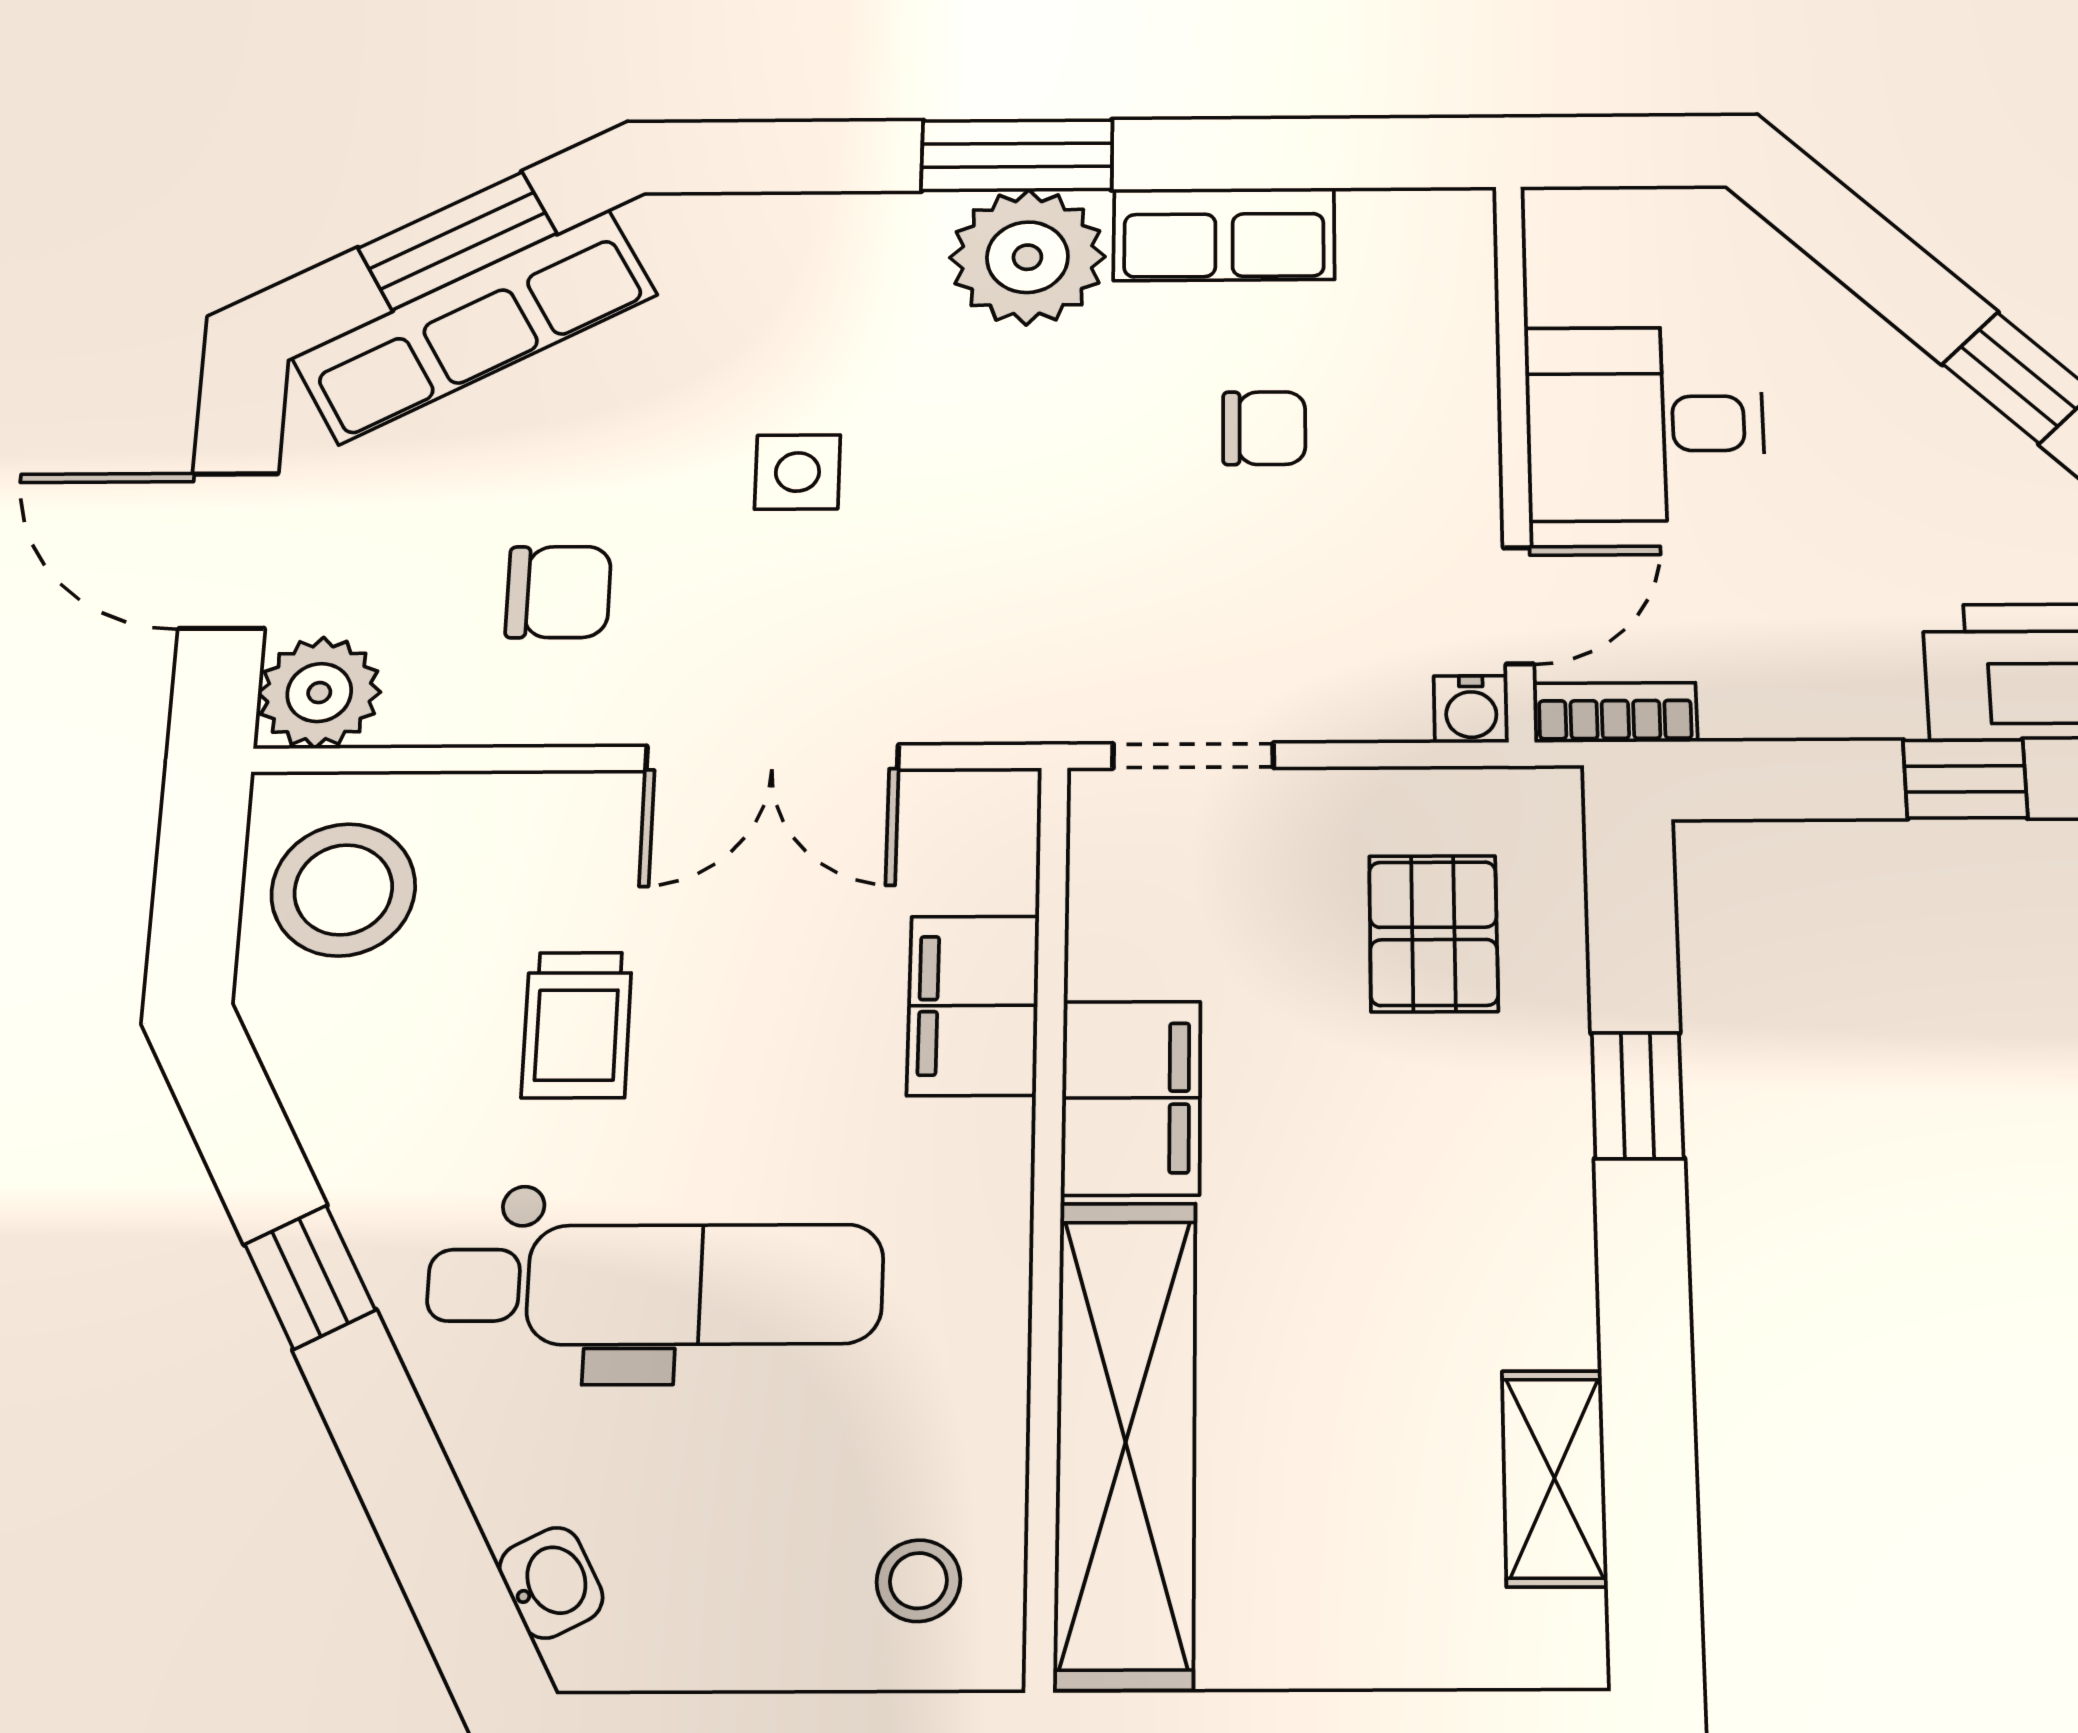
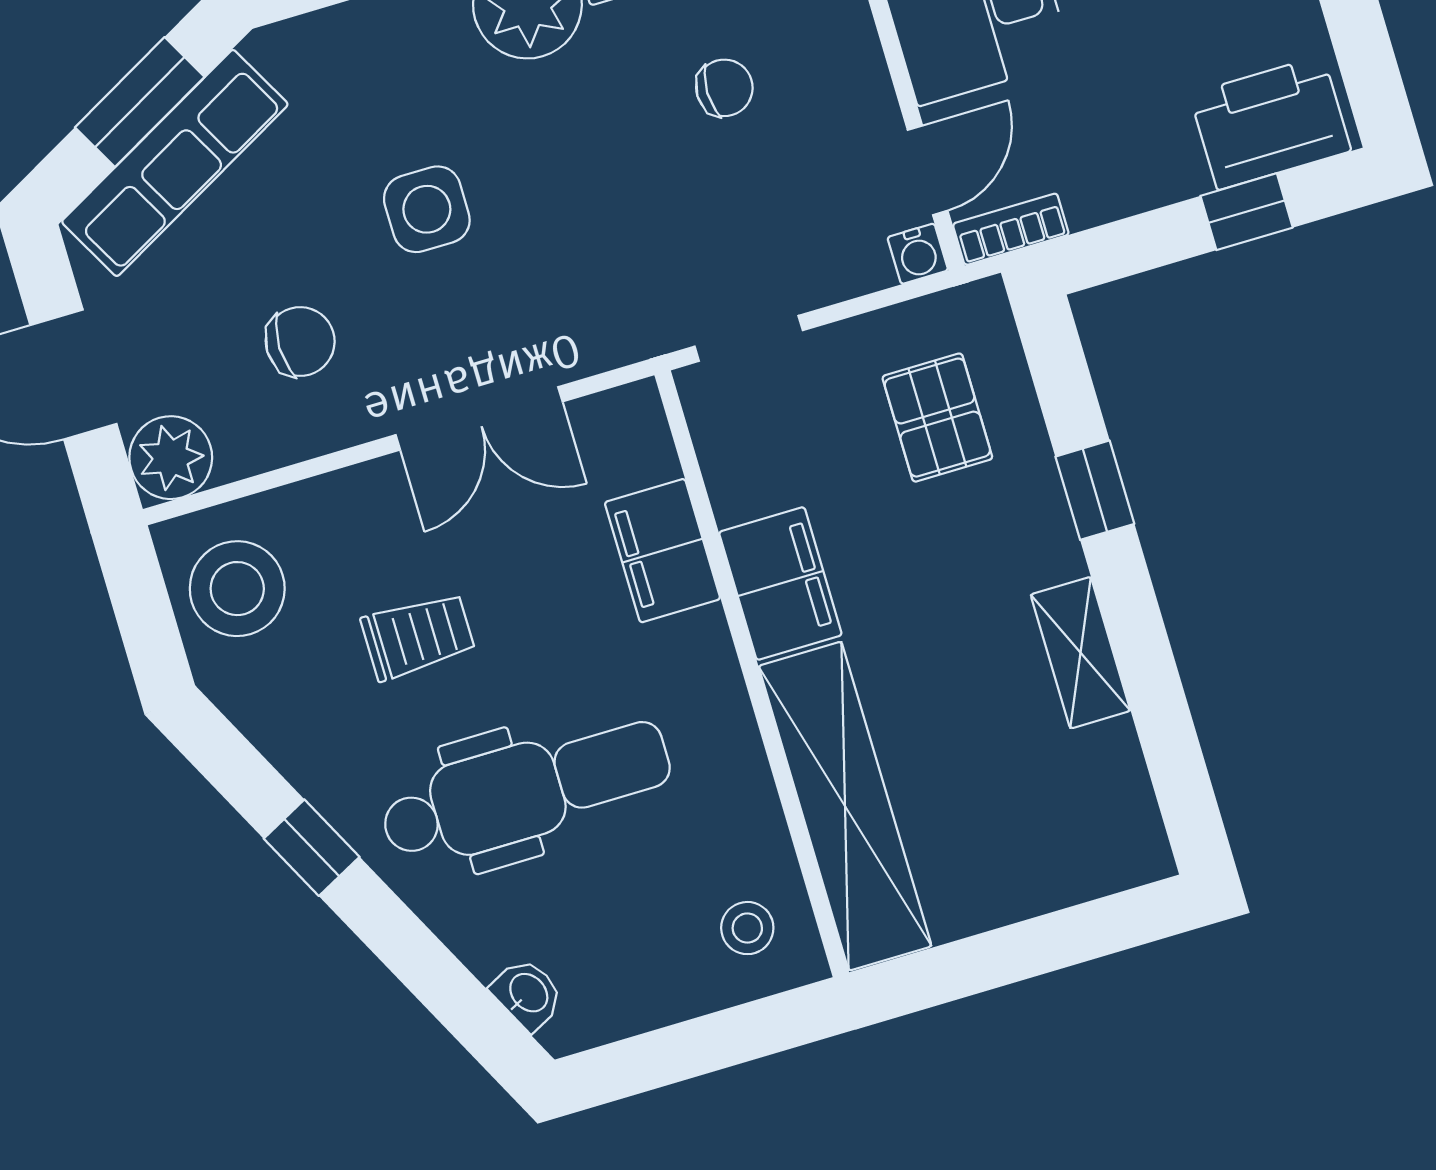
side table: (797, 472) -> (427, 209), width x1.37, depth x1.37
trolley: (577, 1025) -> (418, 636), turned -90
shelving: (1554, 1478) -> (1081, 653), moved

